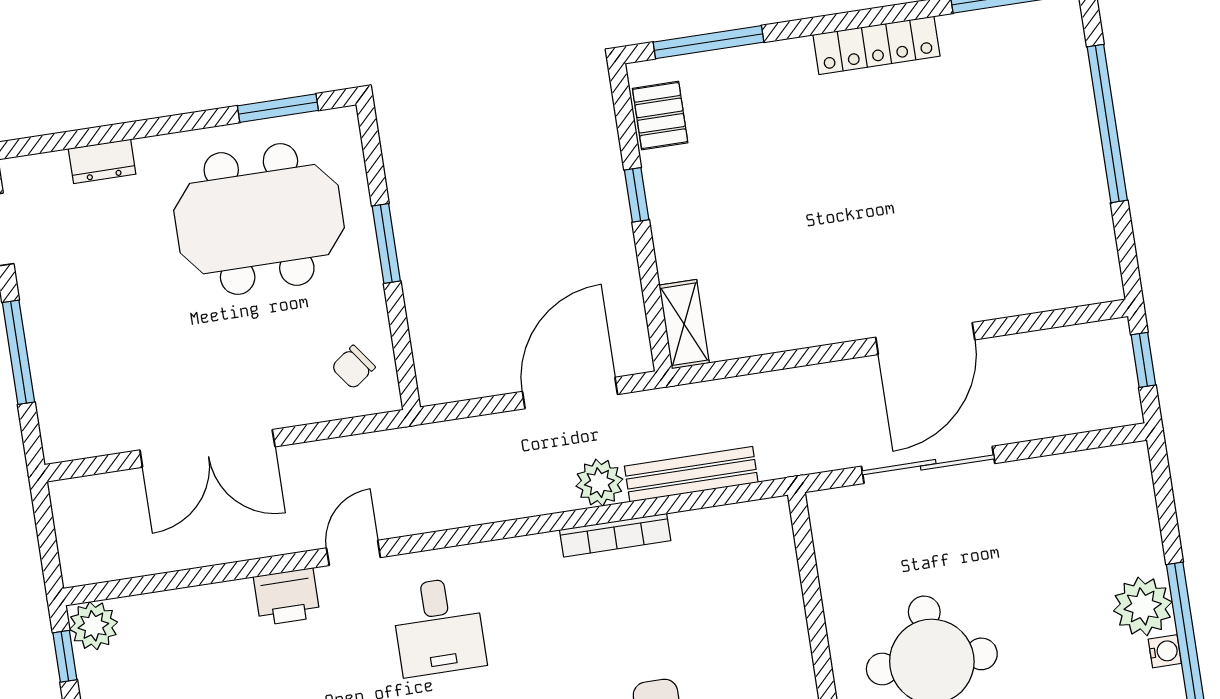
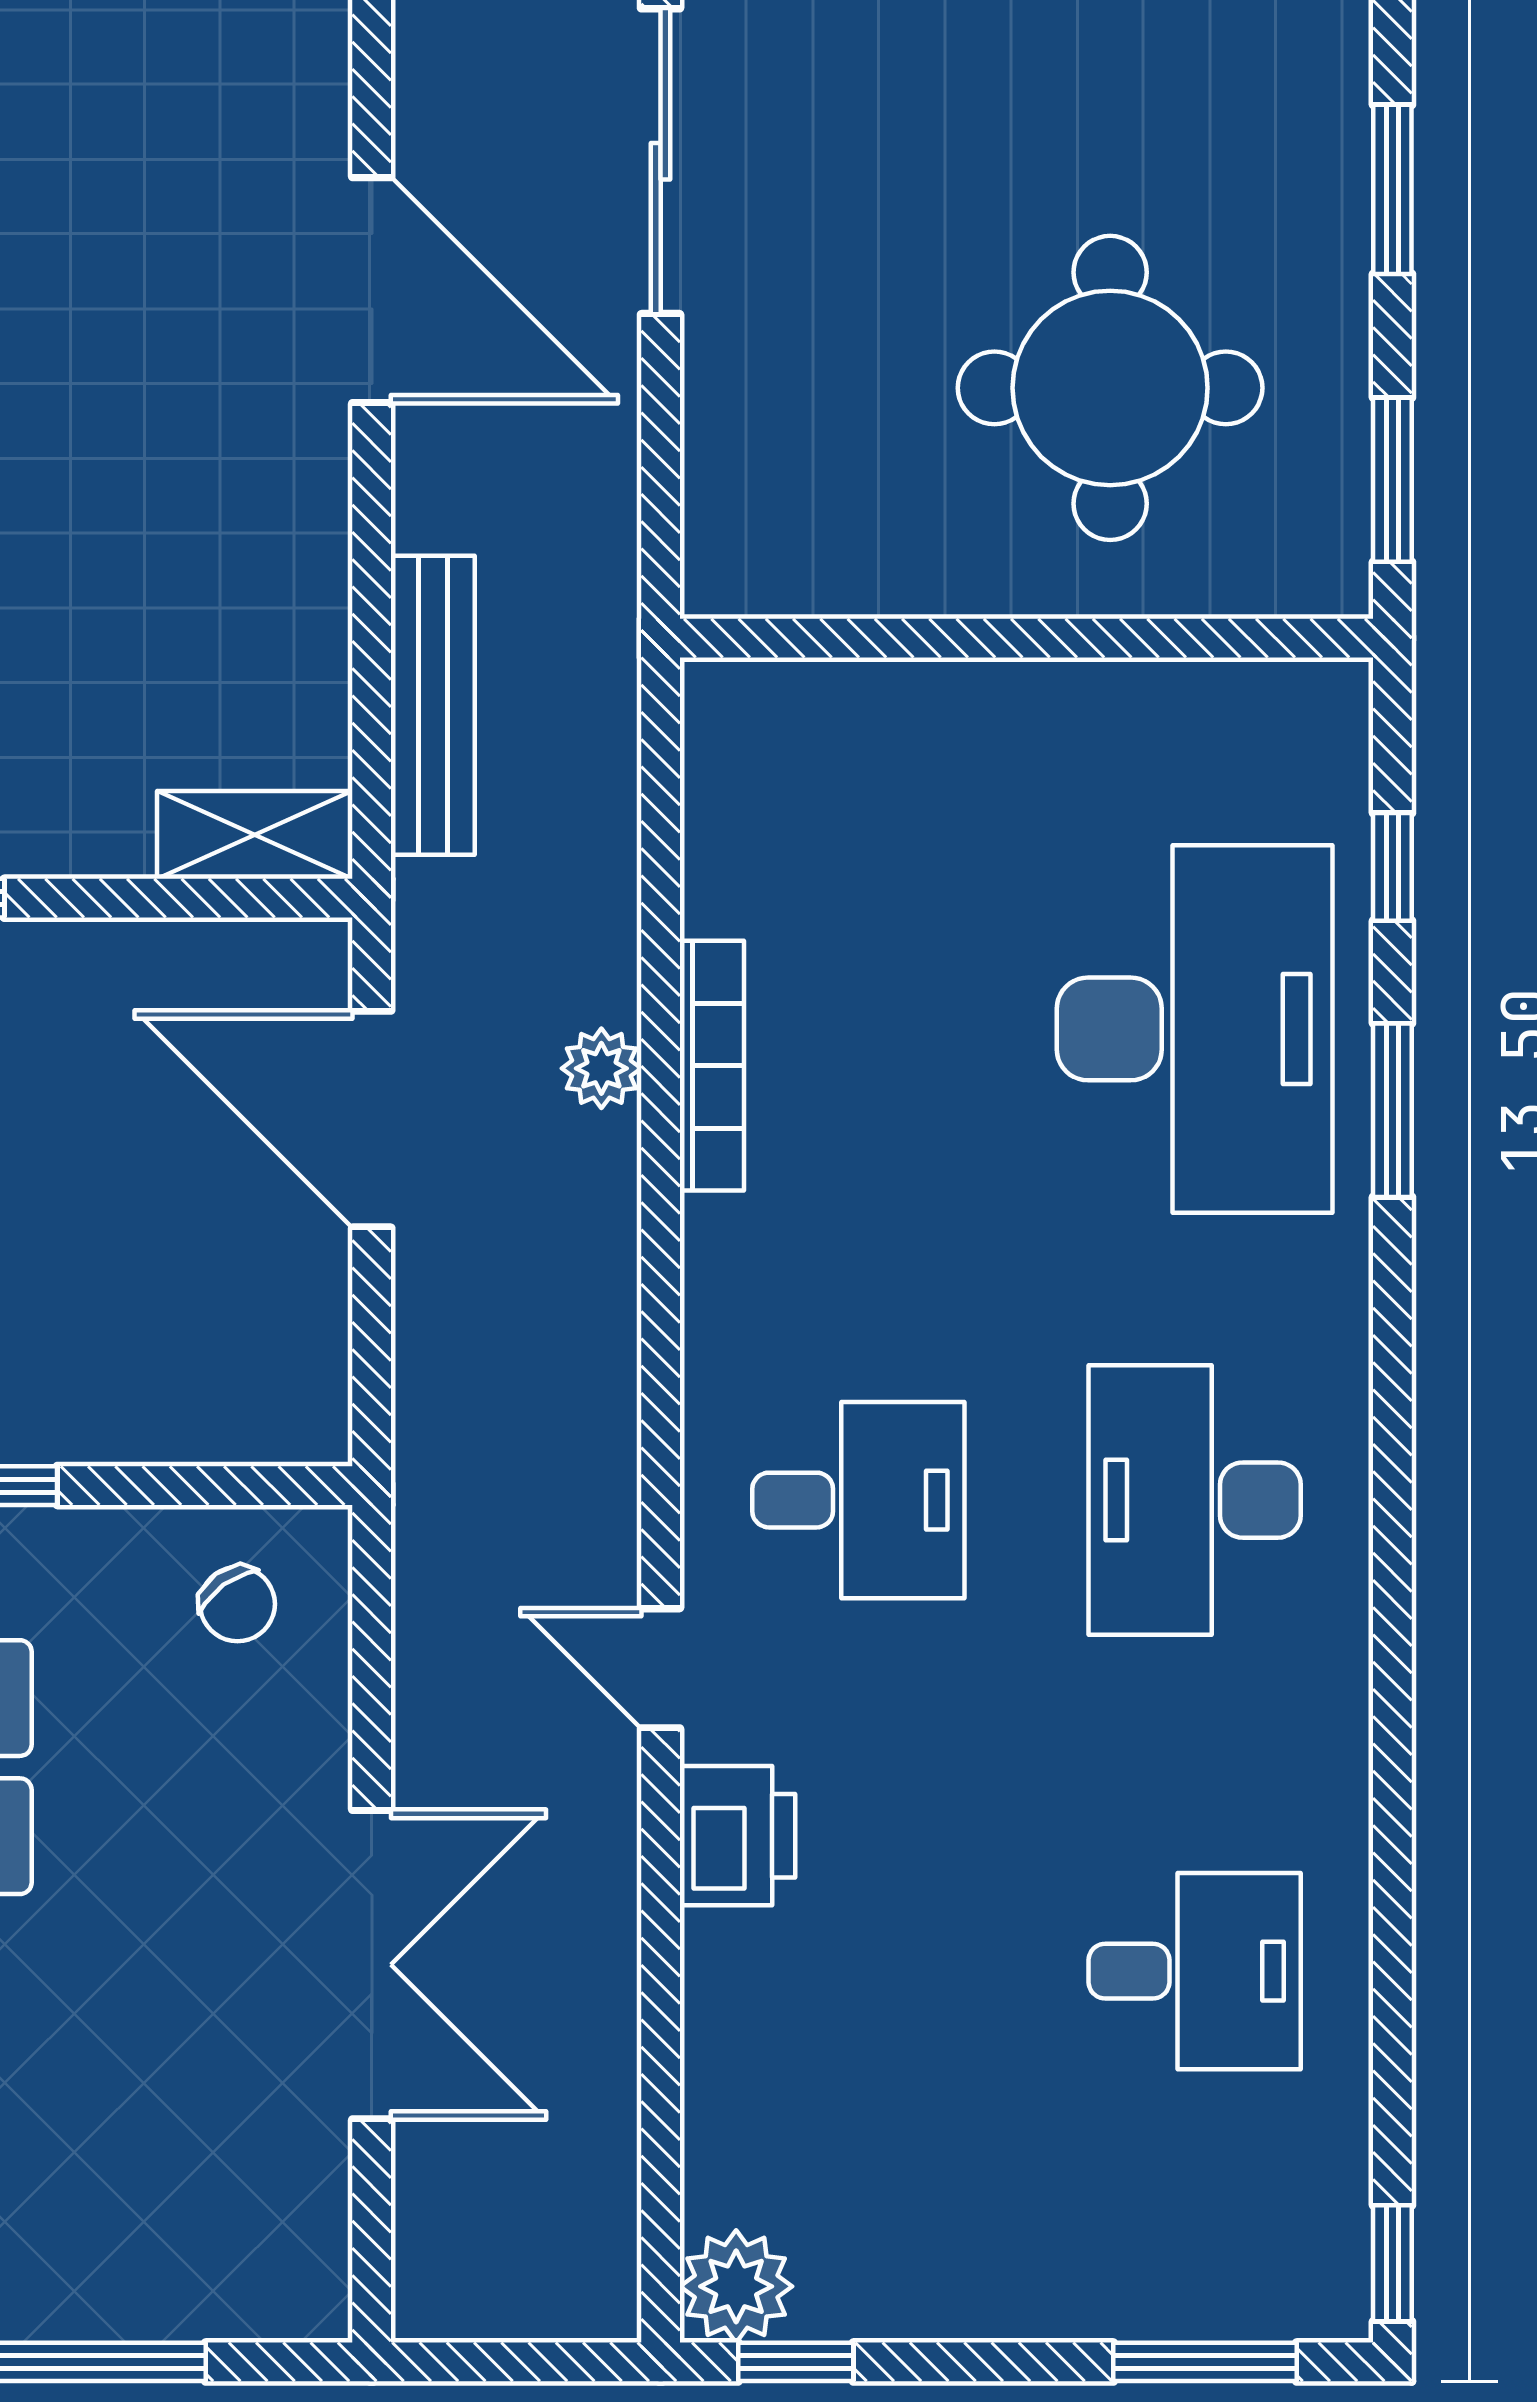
sliding door: (928, 465) -> (661, 161), moved
bench: (691, 474) -> (433, 705), moved
plant: (599, 483) -> (601, 1068), width x0.73, depth x0.73

